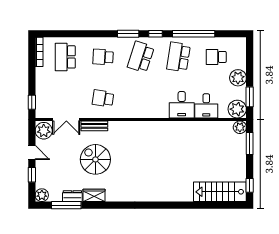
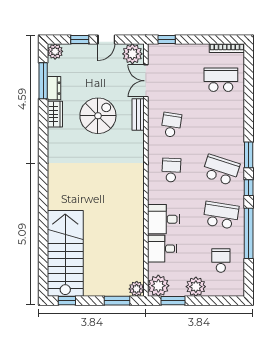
school desk: (103, 57) -> (171, 170), moved
stairs: (220, 192) -> (65, 253), width x1.36, depth x1.51

